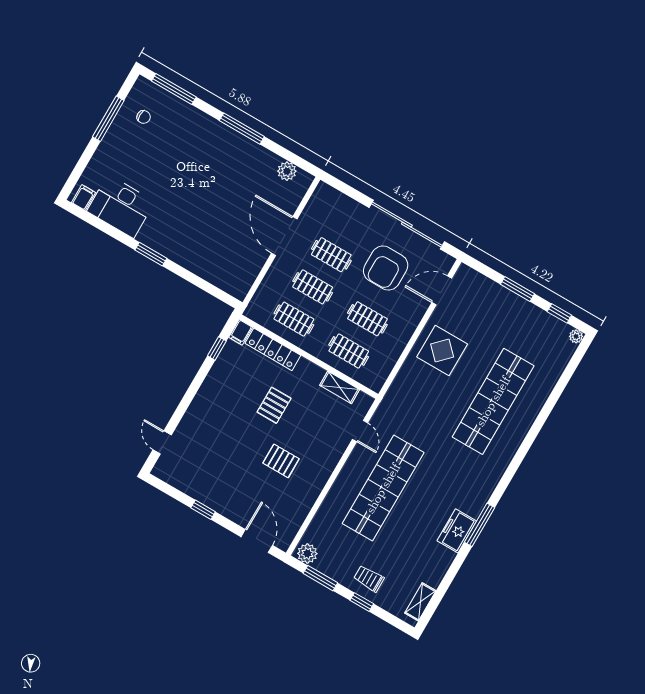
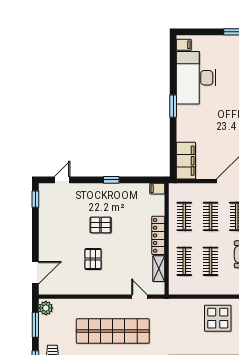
desk: (121, 206) -> (196, 78), width x1.36, depth x1.30
filing cabinet: (227, 277) -> (186, 161), added
window: (217, 348) -> (111, 180), moved
locker: (273, 349) -> (158, 235), moved
pallet: (274, 405) -> (101, 225), moved
door: (360, 431) -> (139, 297), swing flipped
window: (203, 510) -> (35, 199), moved

